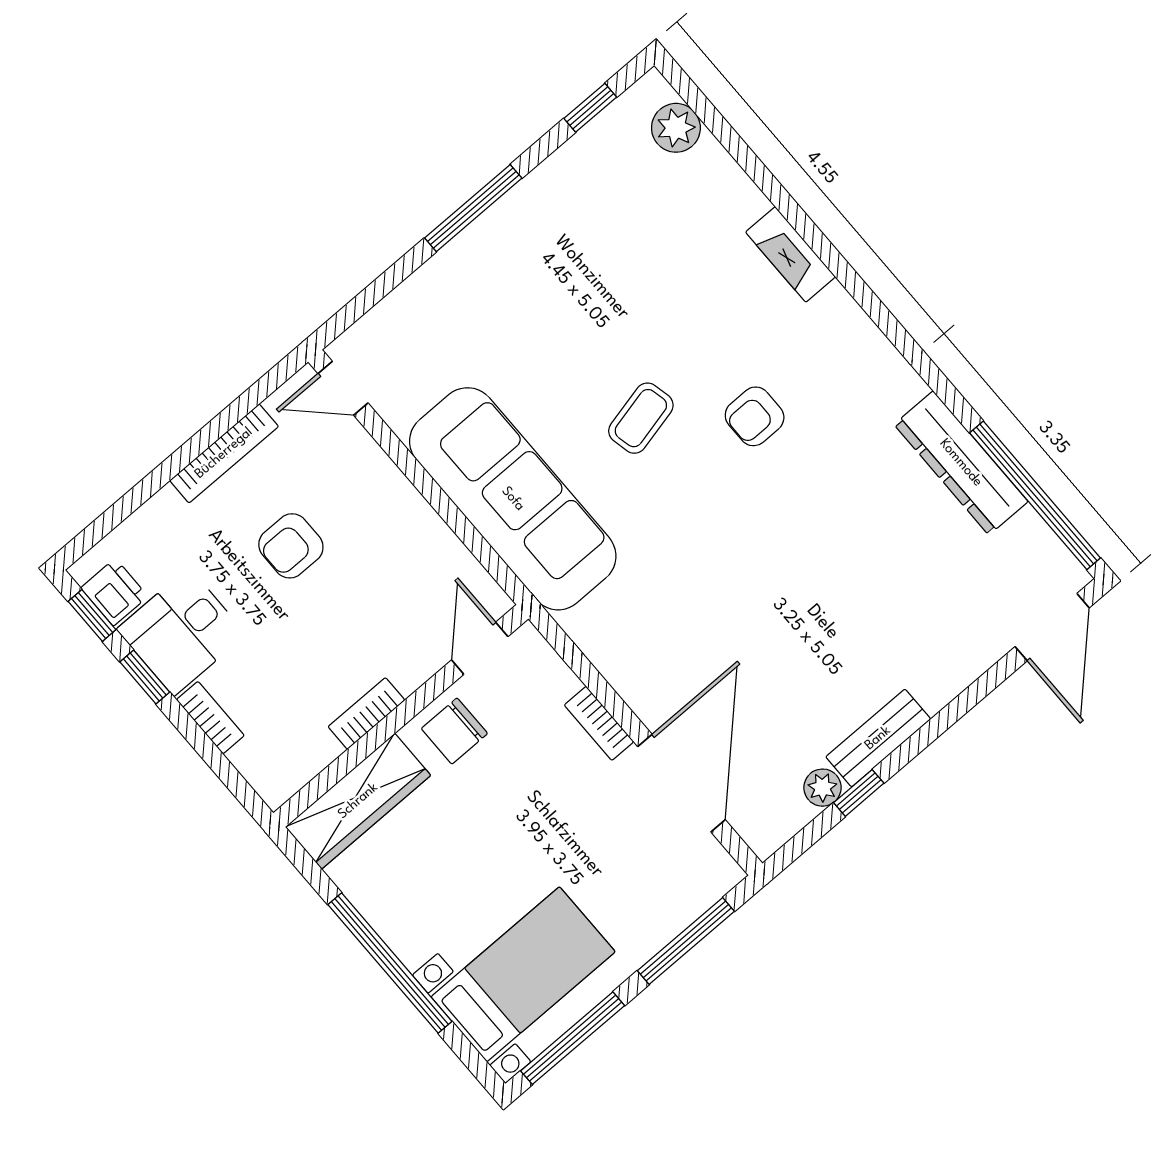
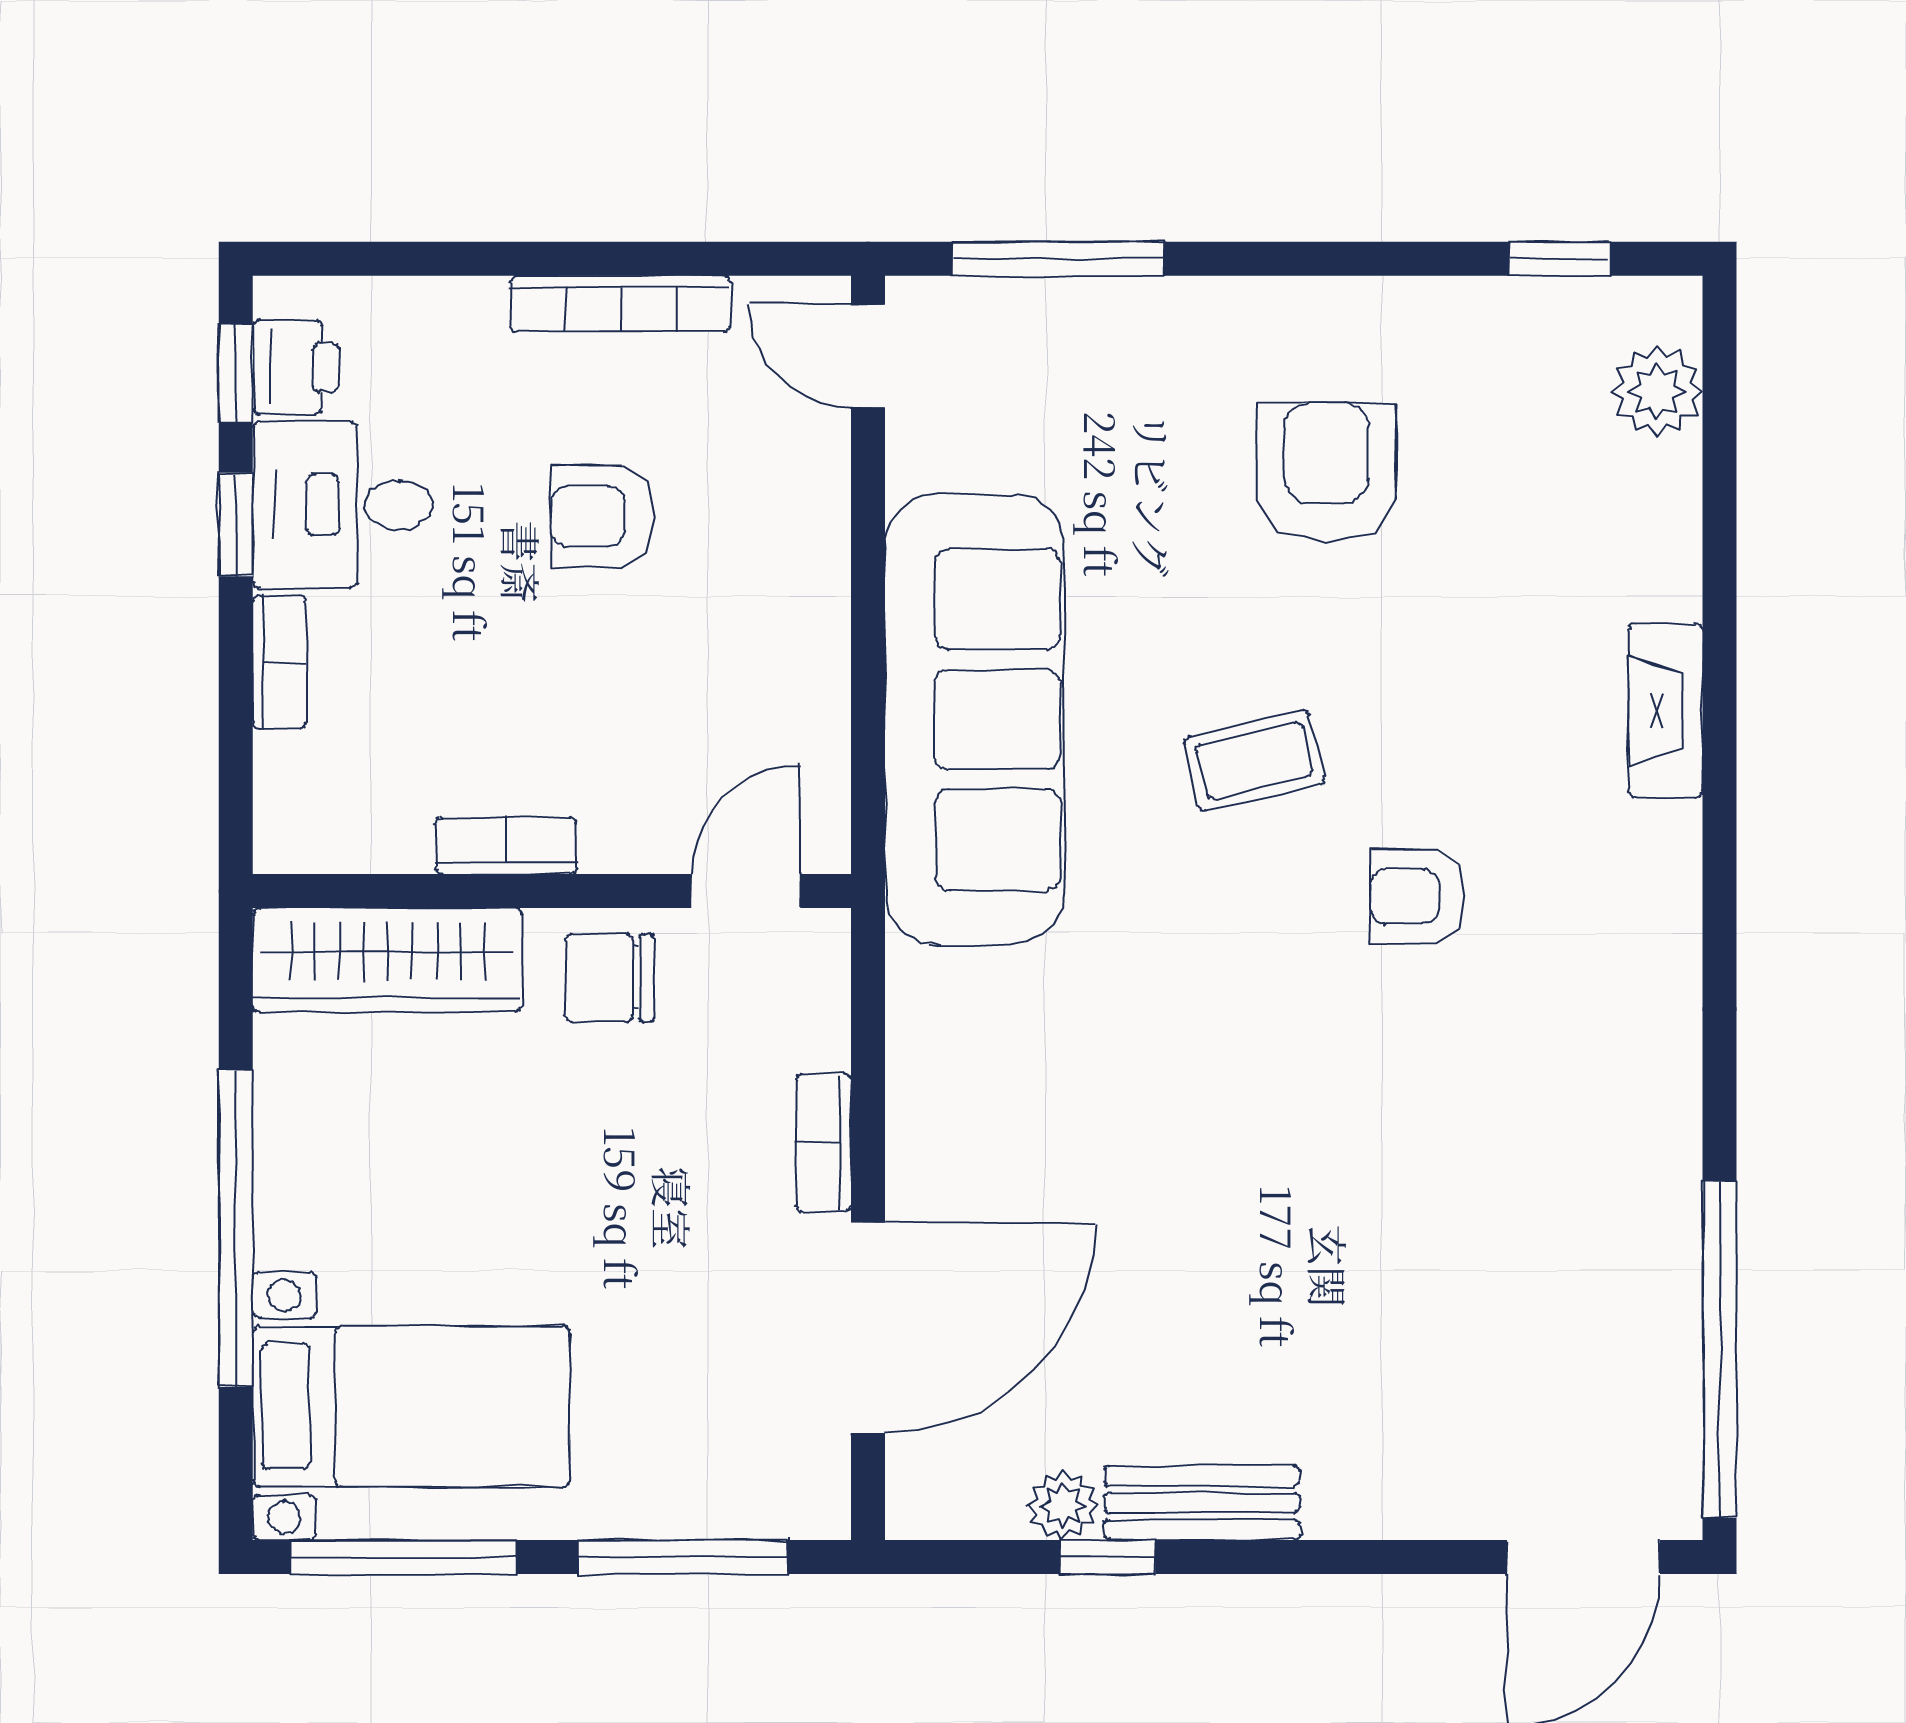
window: (473, 208) -> (1058, 259), moved
armchair: (570, 276) -> (1326, 472), added
dresser: (961, 463) -> (1654, 1213), removed

